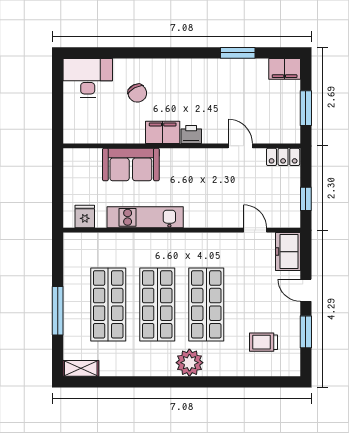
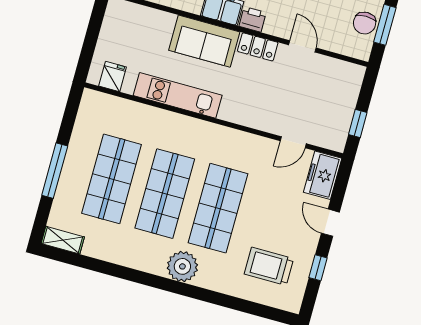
chair: (288, 111) -> (365, 23), added
locker: (283, 157) -> (258, 47), moved
sofa: (131, 165) -> (204, 41), moved
door: (255, 230) -> (293, 142), swing flipped
window: (306, 332) -> (318, 268), width x0.67
trolley: (264, 342) -> (269, 266), width x1.36, depth x1.39

